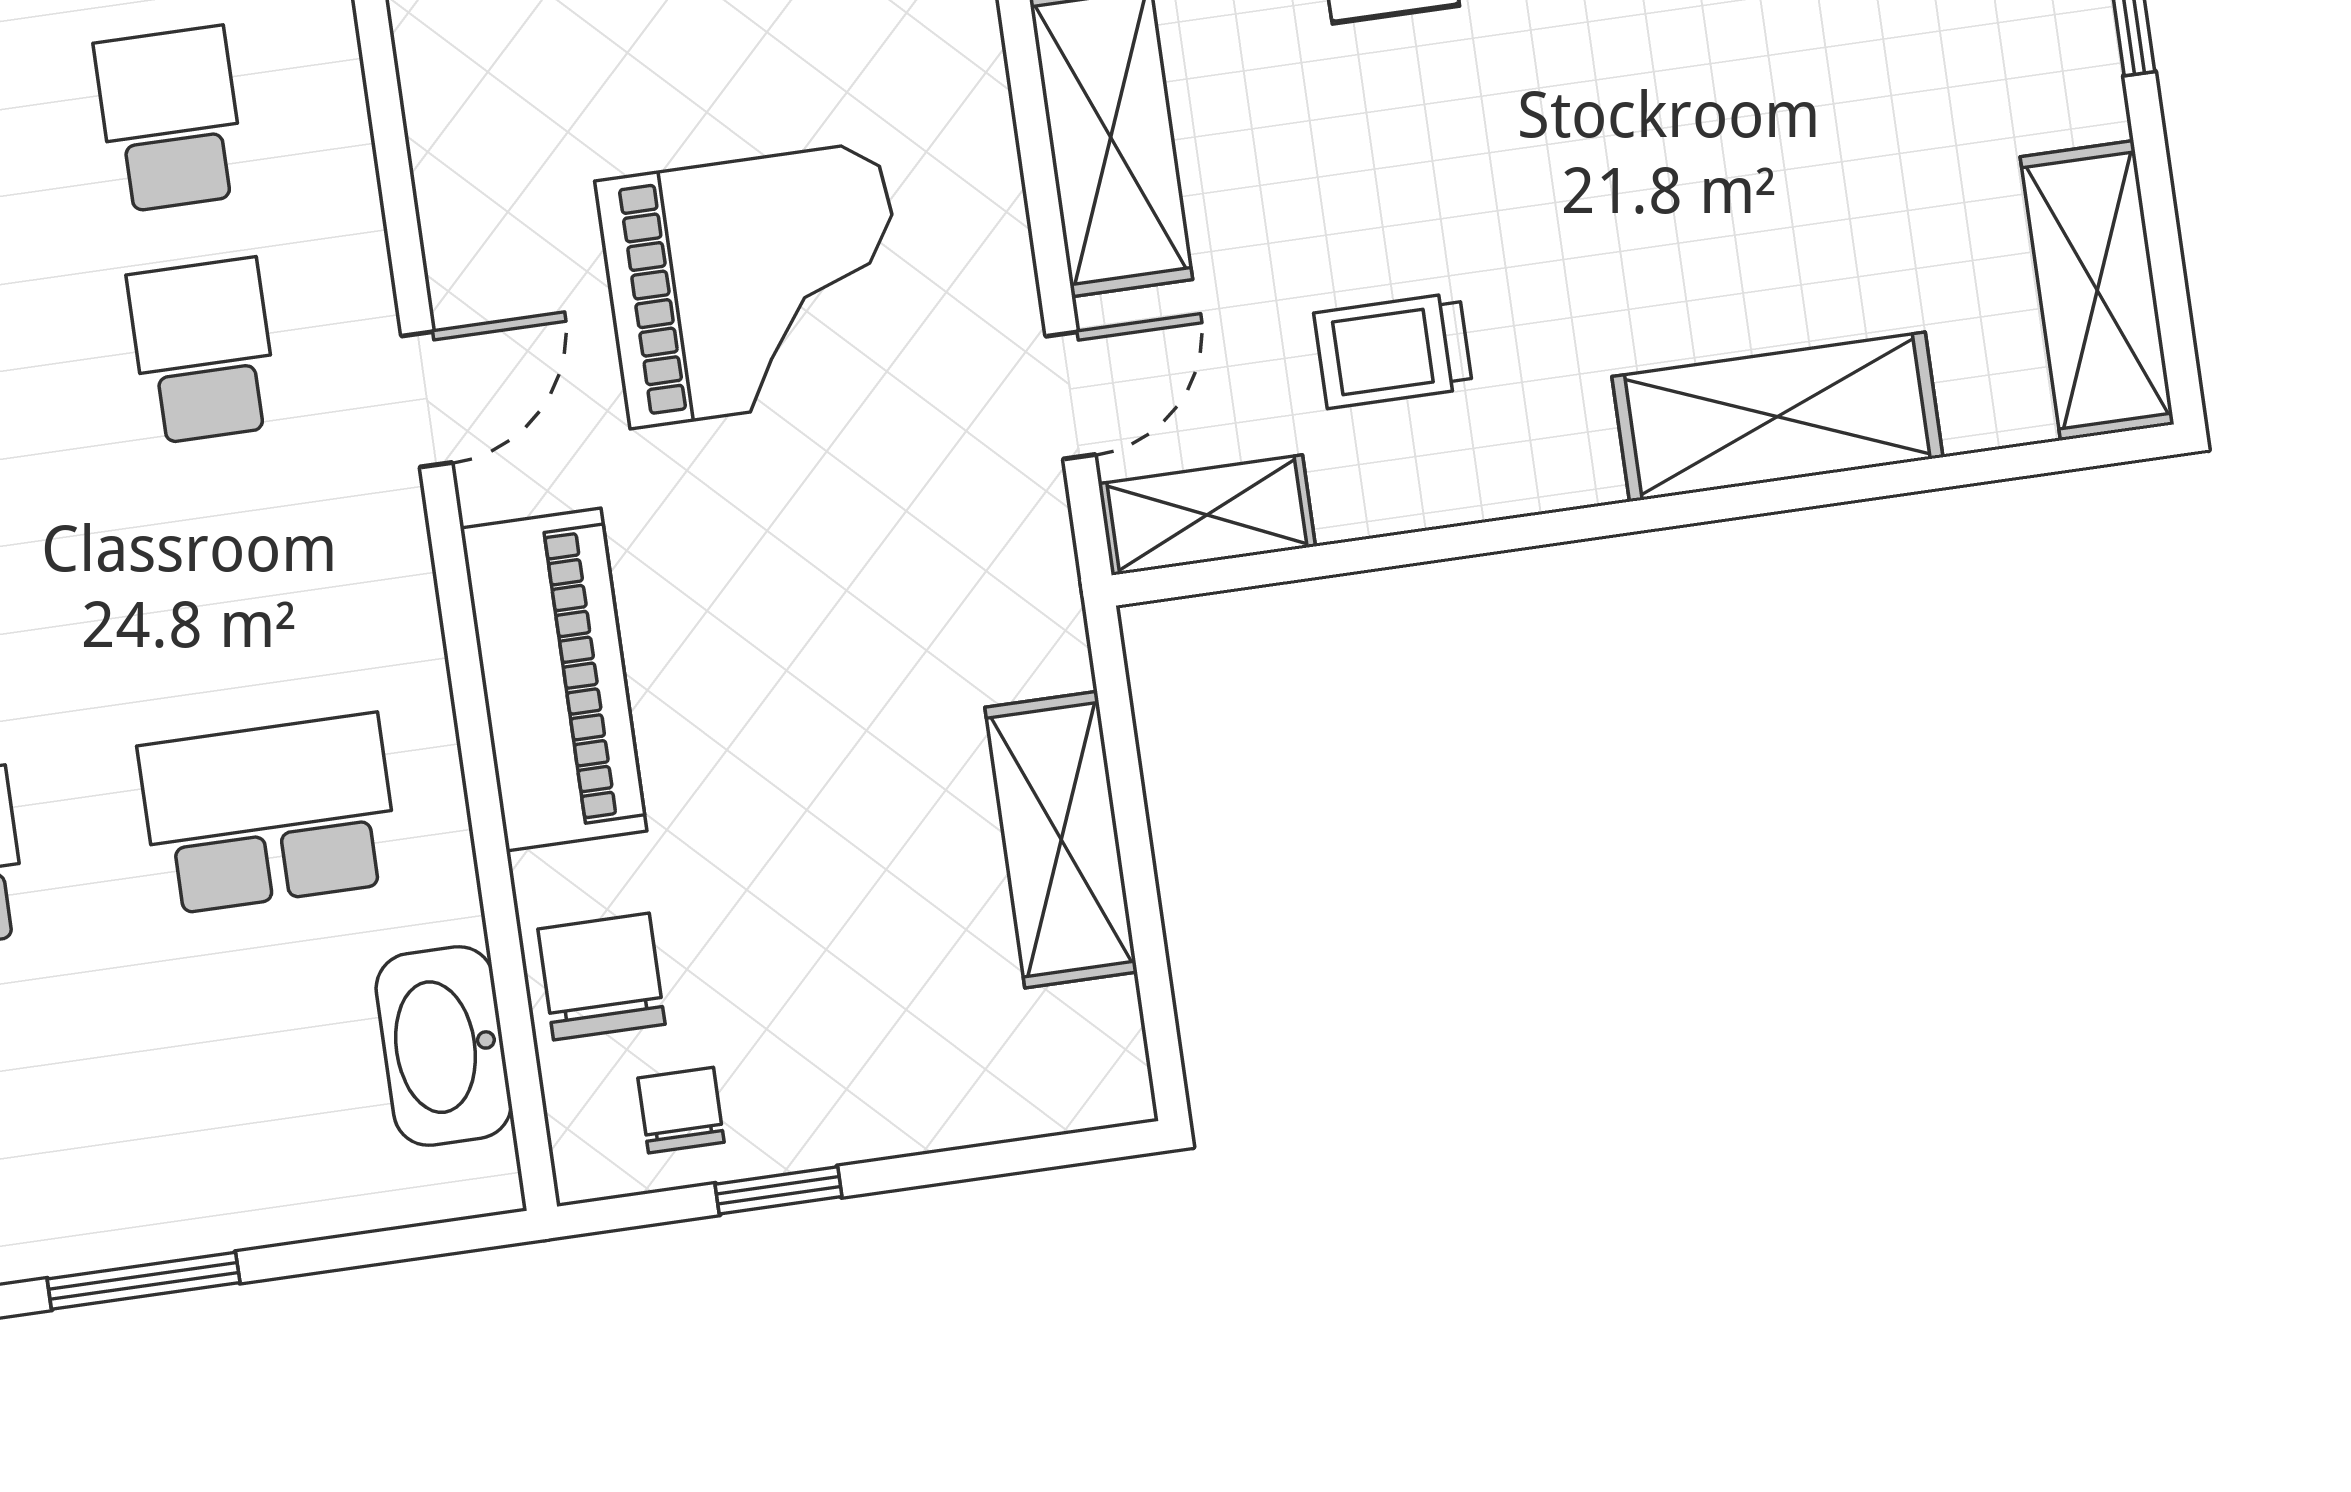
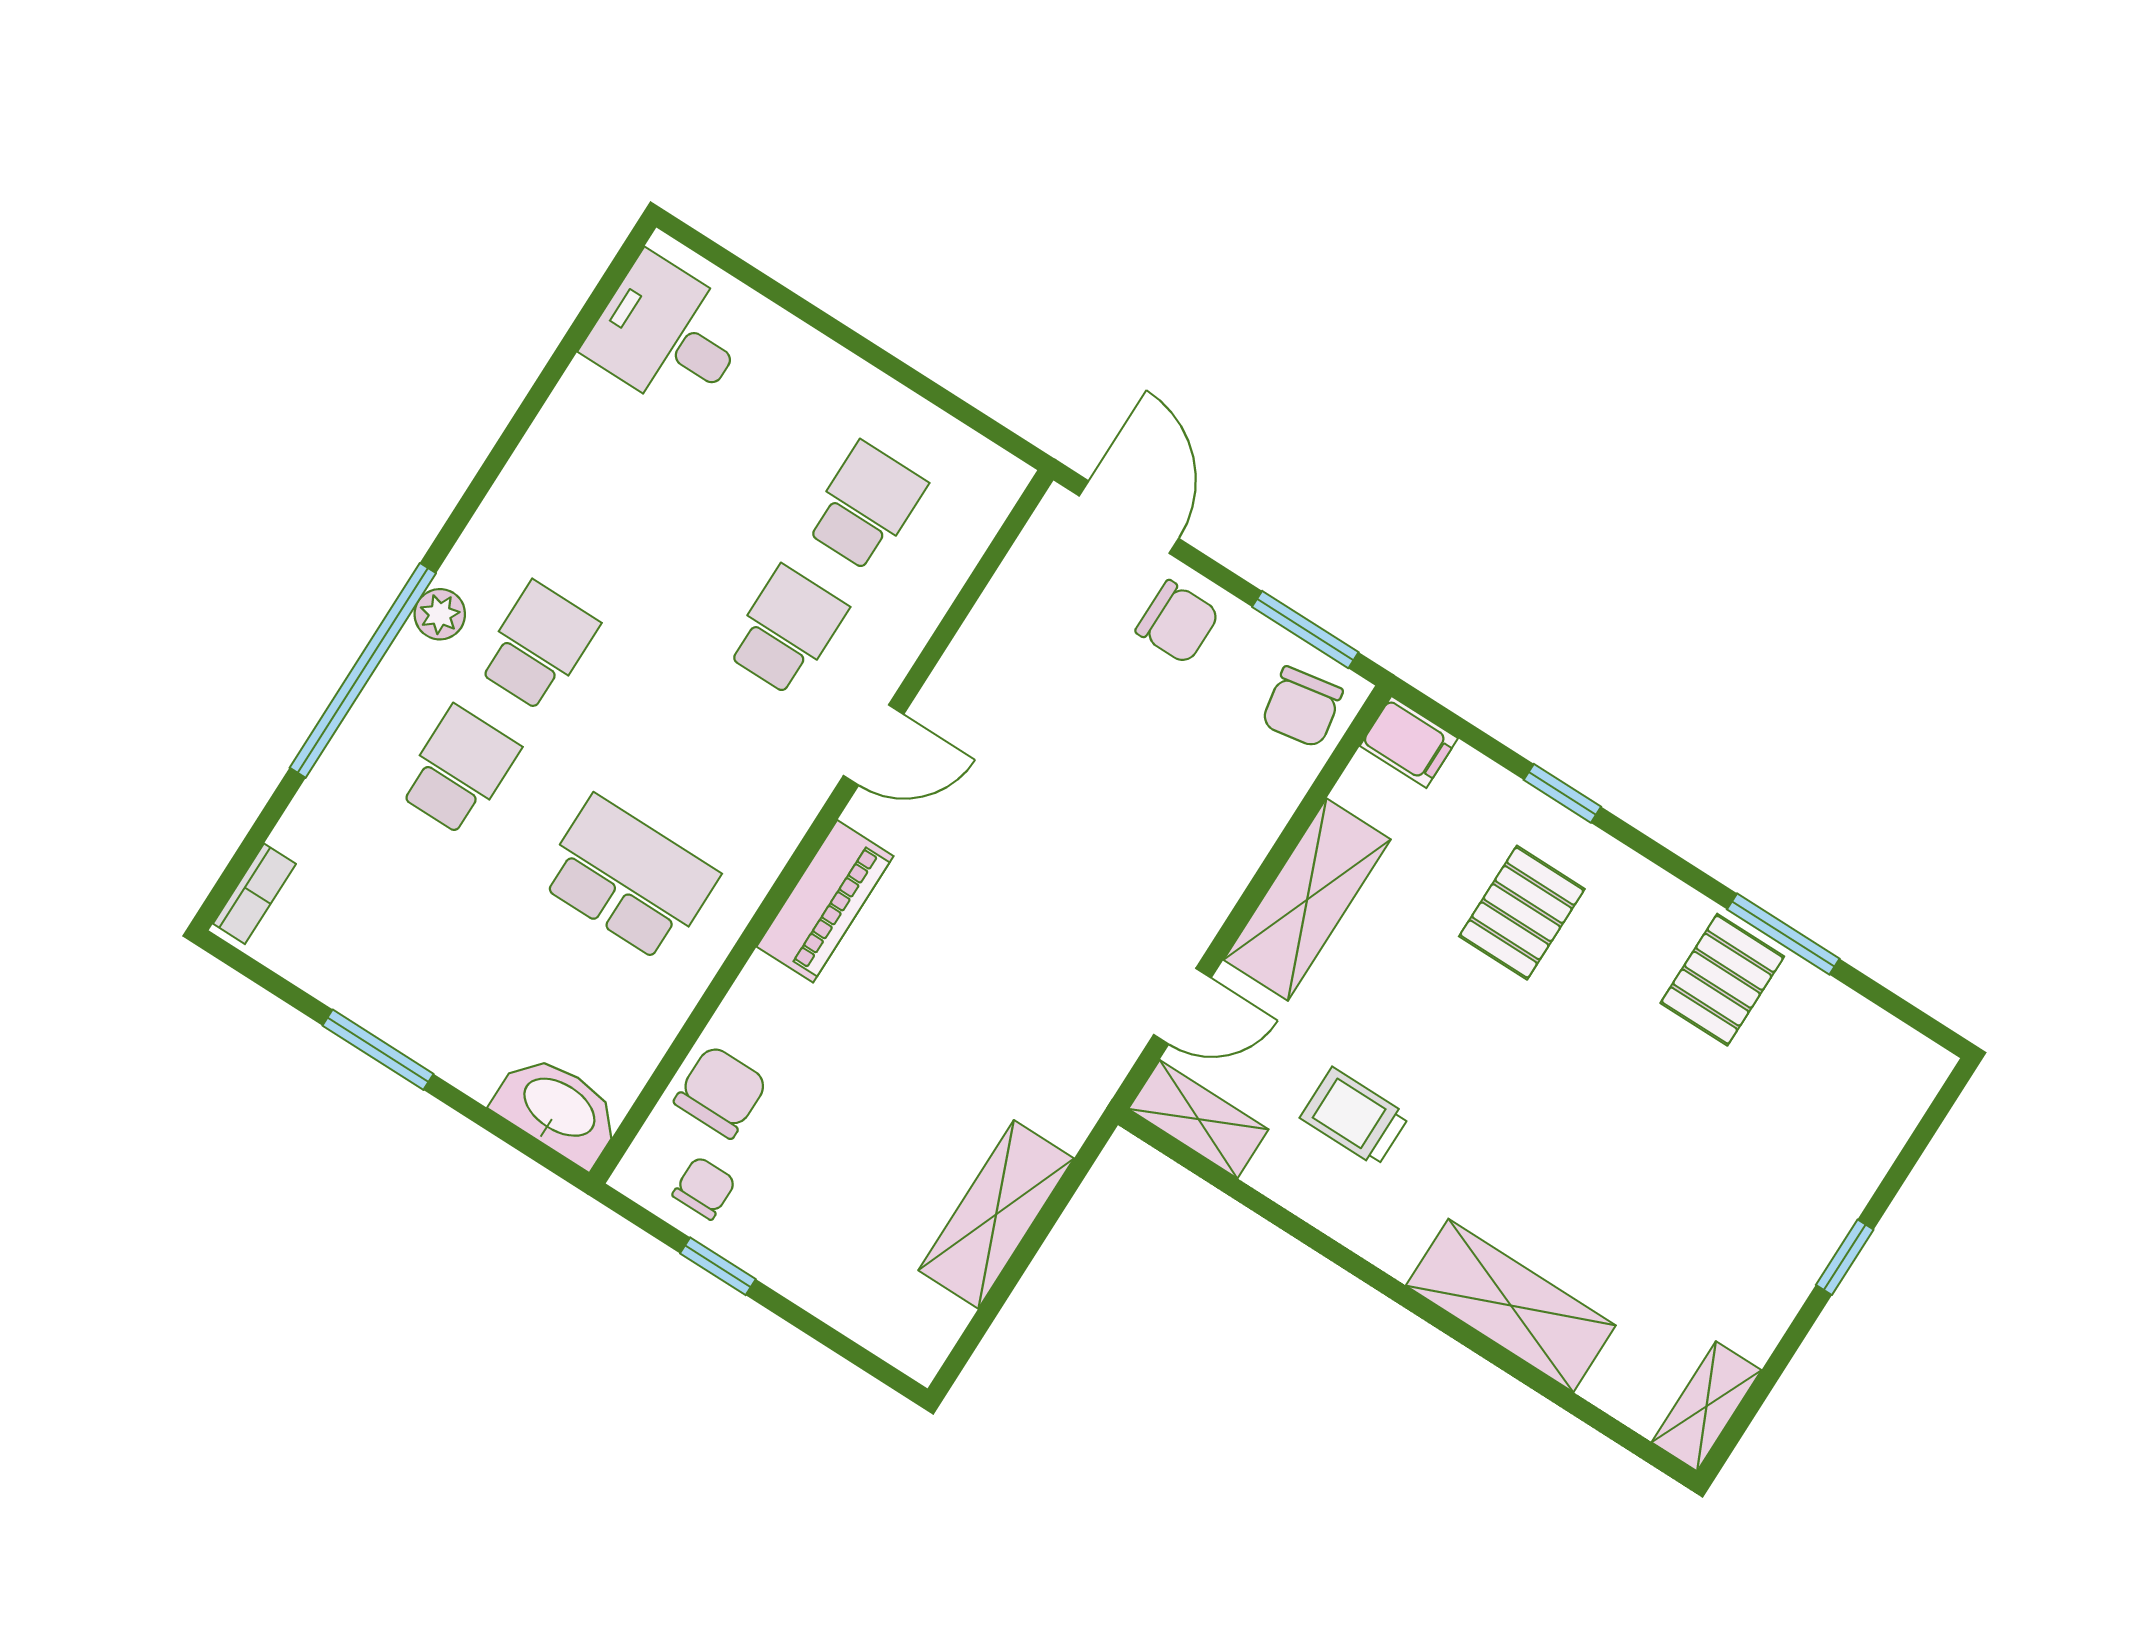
grand piano: (756, 285) -> (1077, 825), removed
shelving: (2097, 290) -> (1707, 1406), width x0.67, depth x0.75
piano: (554, 679) -> (825, 901), width x0.73, depth x0.75
washbasin: (444, 1046) -> (558, 1109), moved, turned 90

